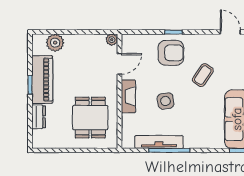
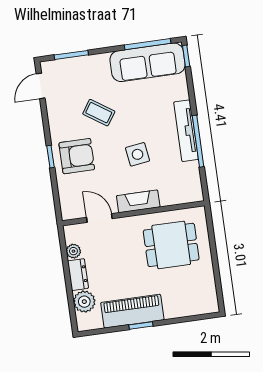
plant: (112, 40) -> (73, 251), moved
armchair: (171, 53) -> (77, 156), turned 90
dresser: (39, 117) -> (78, 275), moved, turned 90
tv unit: (159, 142) -> (186, 131), moved

